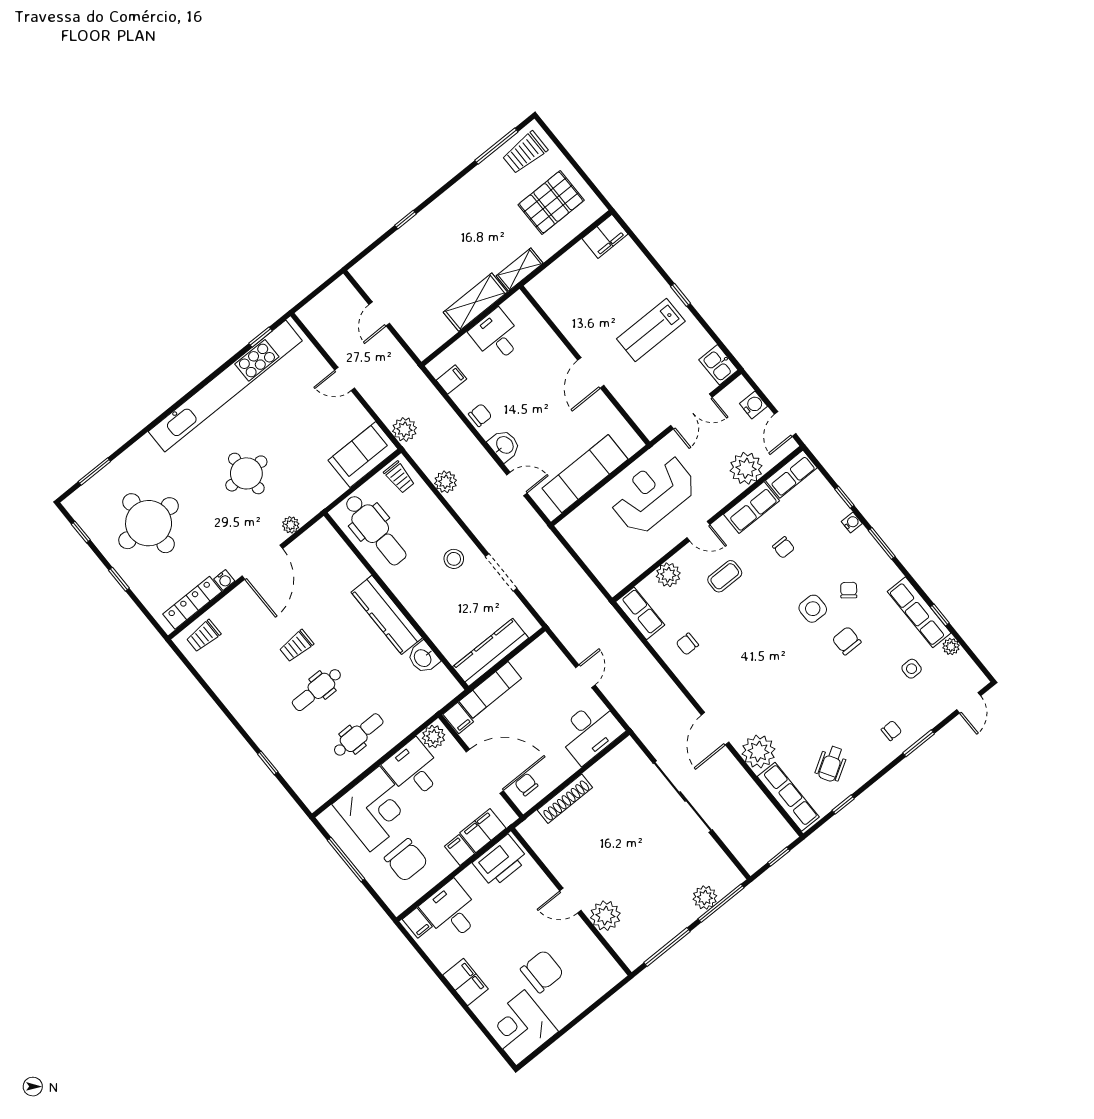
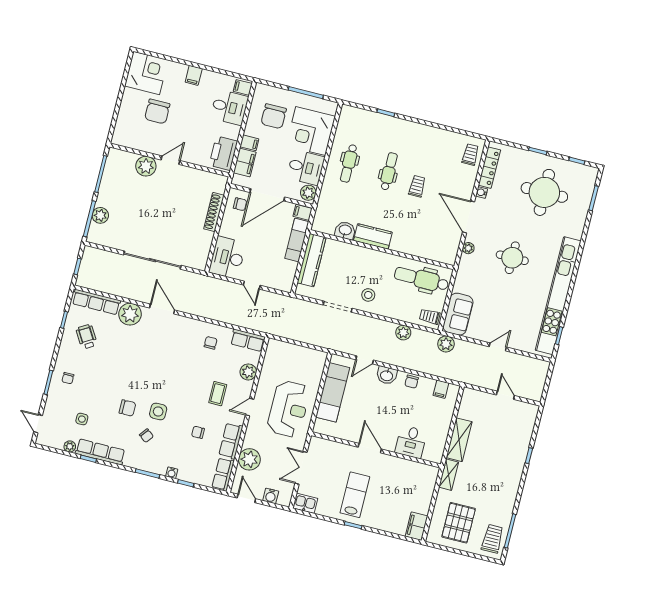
desk: (496, 336) -> (411, 442), moved, turned 90
kitchen counter: (387, 615) -> (373, 236), width x0.67
chair: (406, 860) -> (274, 116), turned -90
filing cabinet: (465, 982) -> (194, 75), width x0.50

